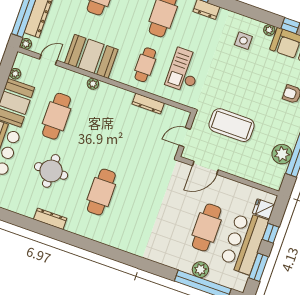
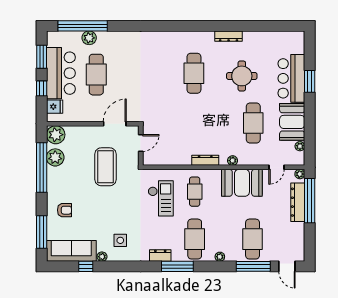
dresser: (148, 104) -> (205, 160), moved
coffee table: (232, 125) -> (105, 167), turned 90
plant: (273, 178) -> (56, 135), added

